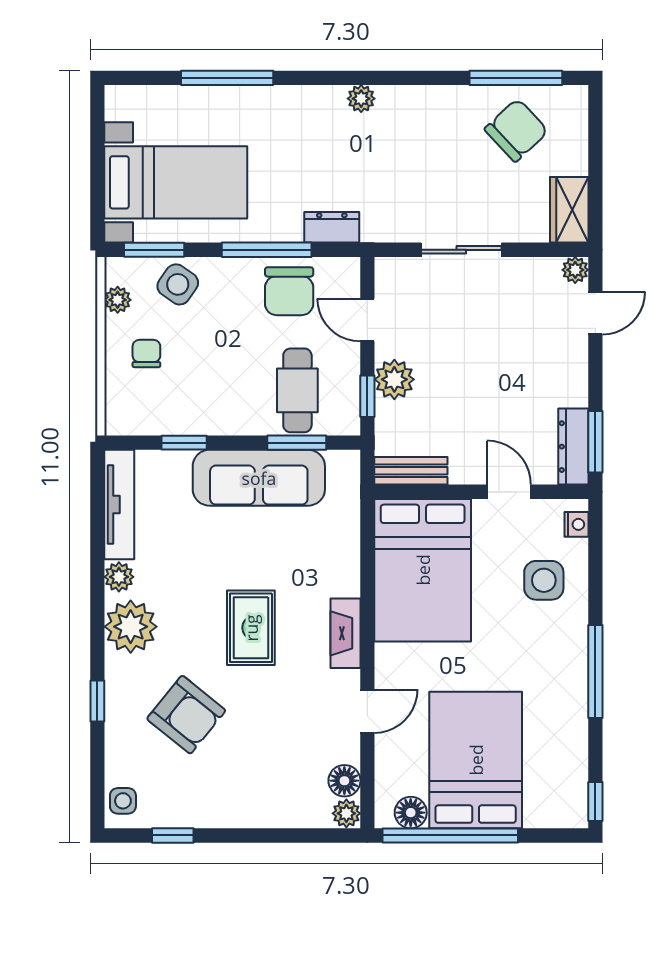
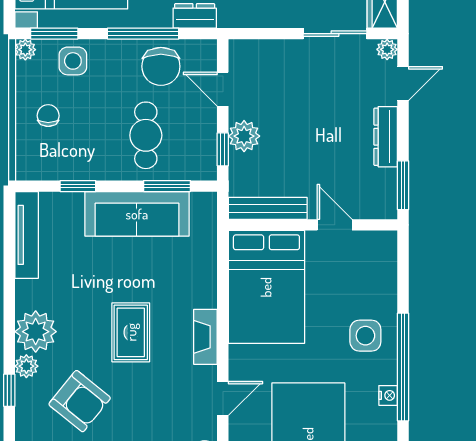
sliding door: (461, 250) -> (335, 34), moved
side table: (178, 284) -> (73, 61), turned -35
plant: (118, 300) -> (25, 50), moved
cafe table: (297, 390) -> (146, 135), moved
dresser: (573, 447) -> (386, 137), moved
bench: (411, 471) -> (268, 208), width x1.36
nightstand: (576, 524) -> (388, 395), moved
plant: (119, 577) -> (26, 366), moved
side table: (544, 580) -> (365, 336), moved
window: (595, 671) -> (403, 367), width x1.46

